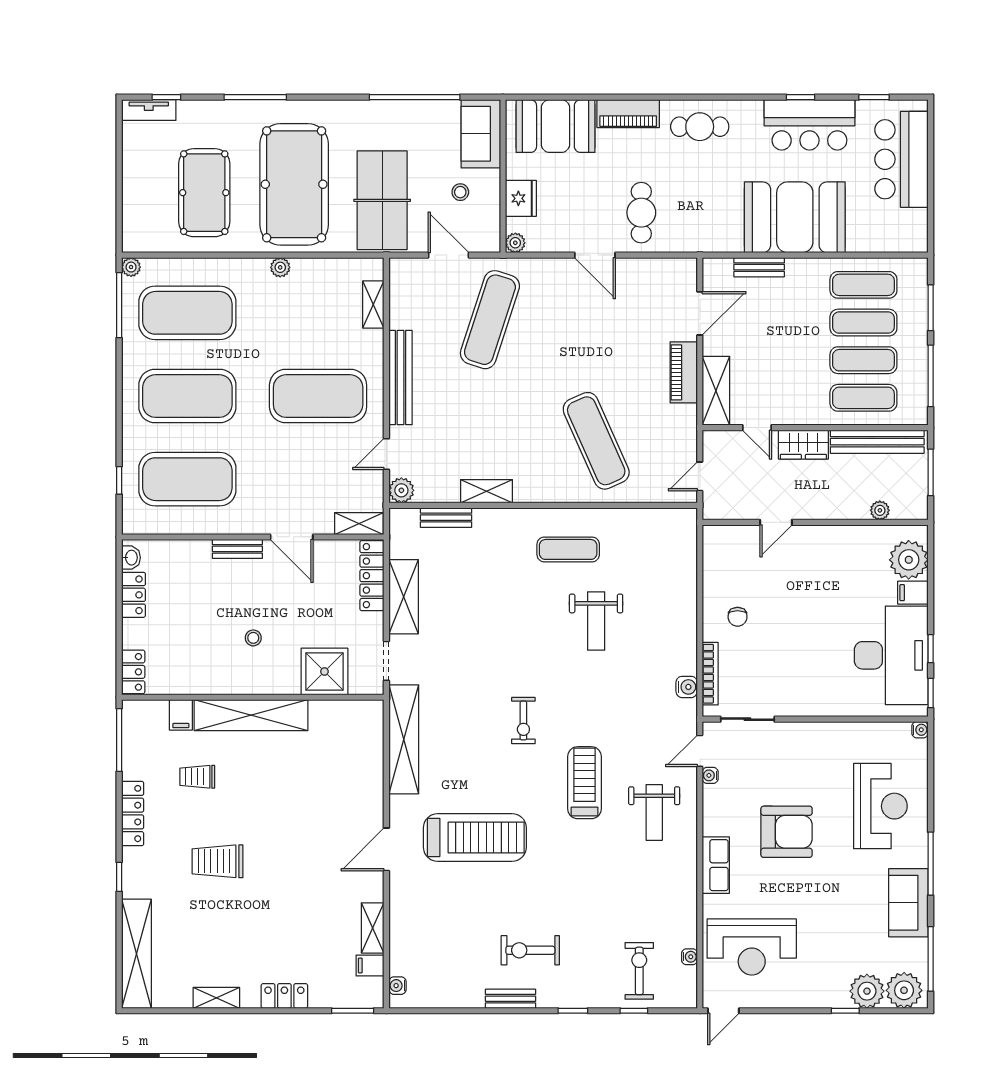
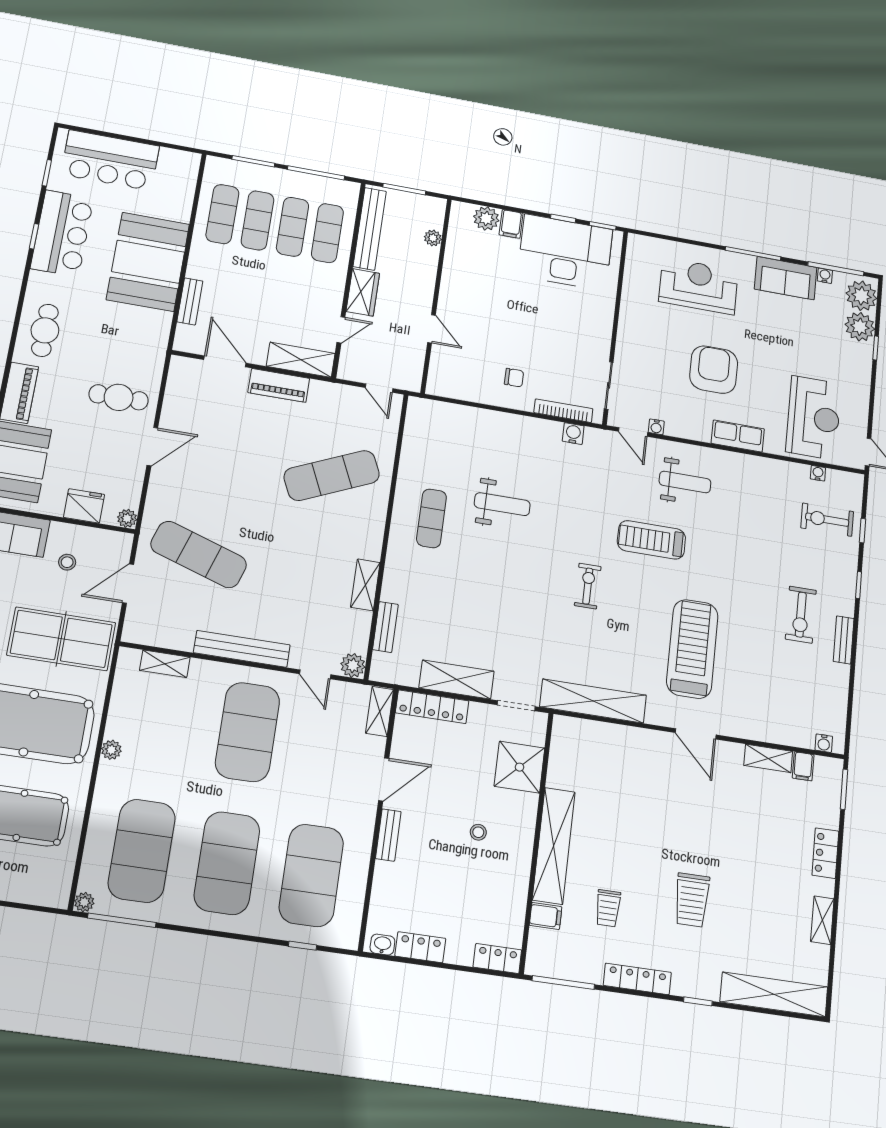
plant: (909, 560) -> (486, 218), width x0.73, depth x0.73
exercise bike: (523, 721) -> (588, 586), turned -90
water cooler: (920, 730) -> (825, 276), moved

